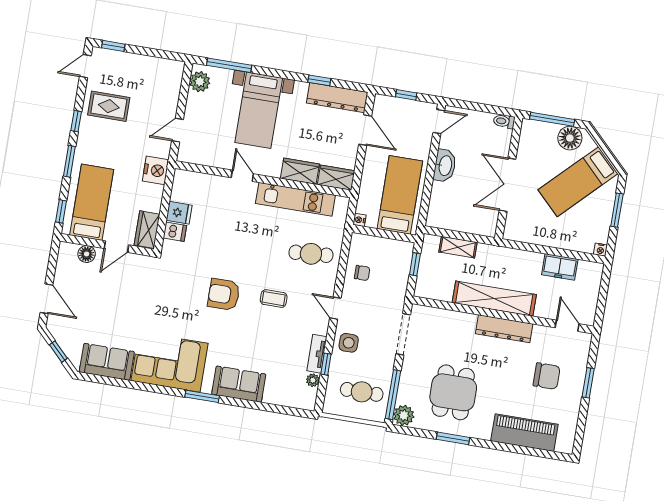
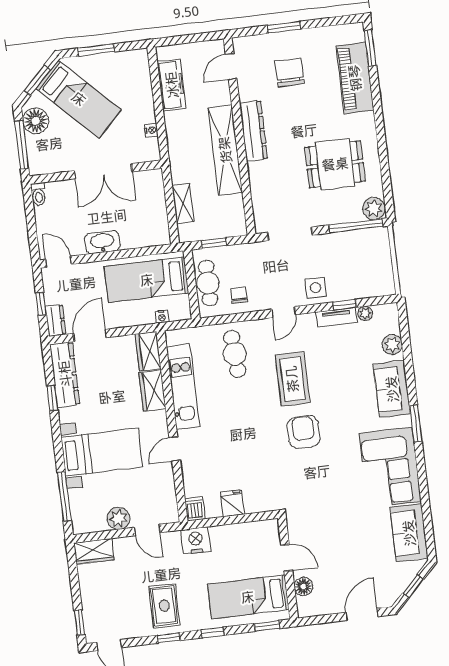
plant: (200, 82) -> (118, 518), moved
dresser: (388, 103) -> (55, 320), added
rug: (109, 106) -> (164, 606), moved
window: (605, 150) -> (37, 80), added
window: (69, 161) -> (212, 633), width x0.67
nightstand: (360, 220) -> (162, 317), moved
wardrobe: (147, 230) -> (94, 551), moved
dishwasher: (175, 232) -> (195, 509), moved
nightstand: (601, 250) -> (151, 130), moved
freezer: (560, 267) -> (172, 85), width x1.40
armchair: (224, 294) -> (303, 432), turned 180
coffee table: (274, 299) -> (292, 379), width x1.86, depth x1.72
cafe table: (362, 392) -> (208, 283), moved
plant: (278, 396) -> (392, 345), added
window: (453, 438) -> (370, 48), moved

